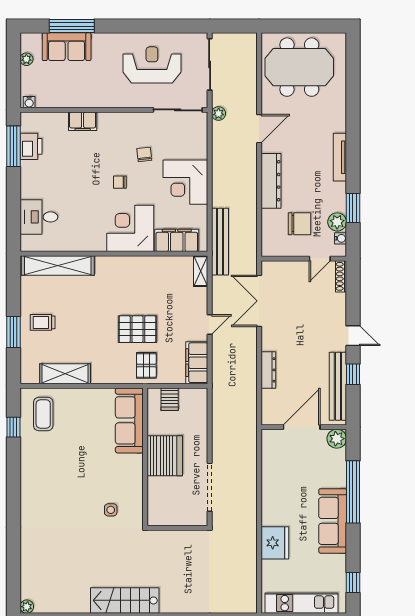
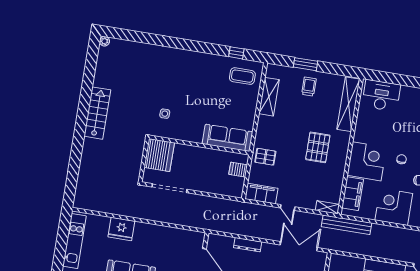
desk: (39, 217) -> (381, 96), width x1.37
pallet: (137, 329) -> (318, 147), moved
server rack: (165, 456) -> (159, 155), moved, turned -90

